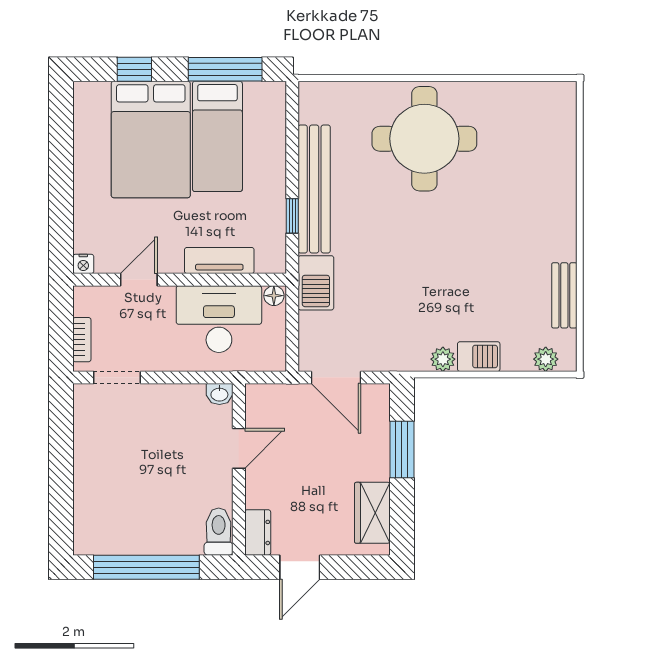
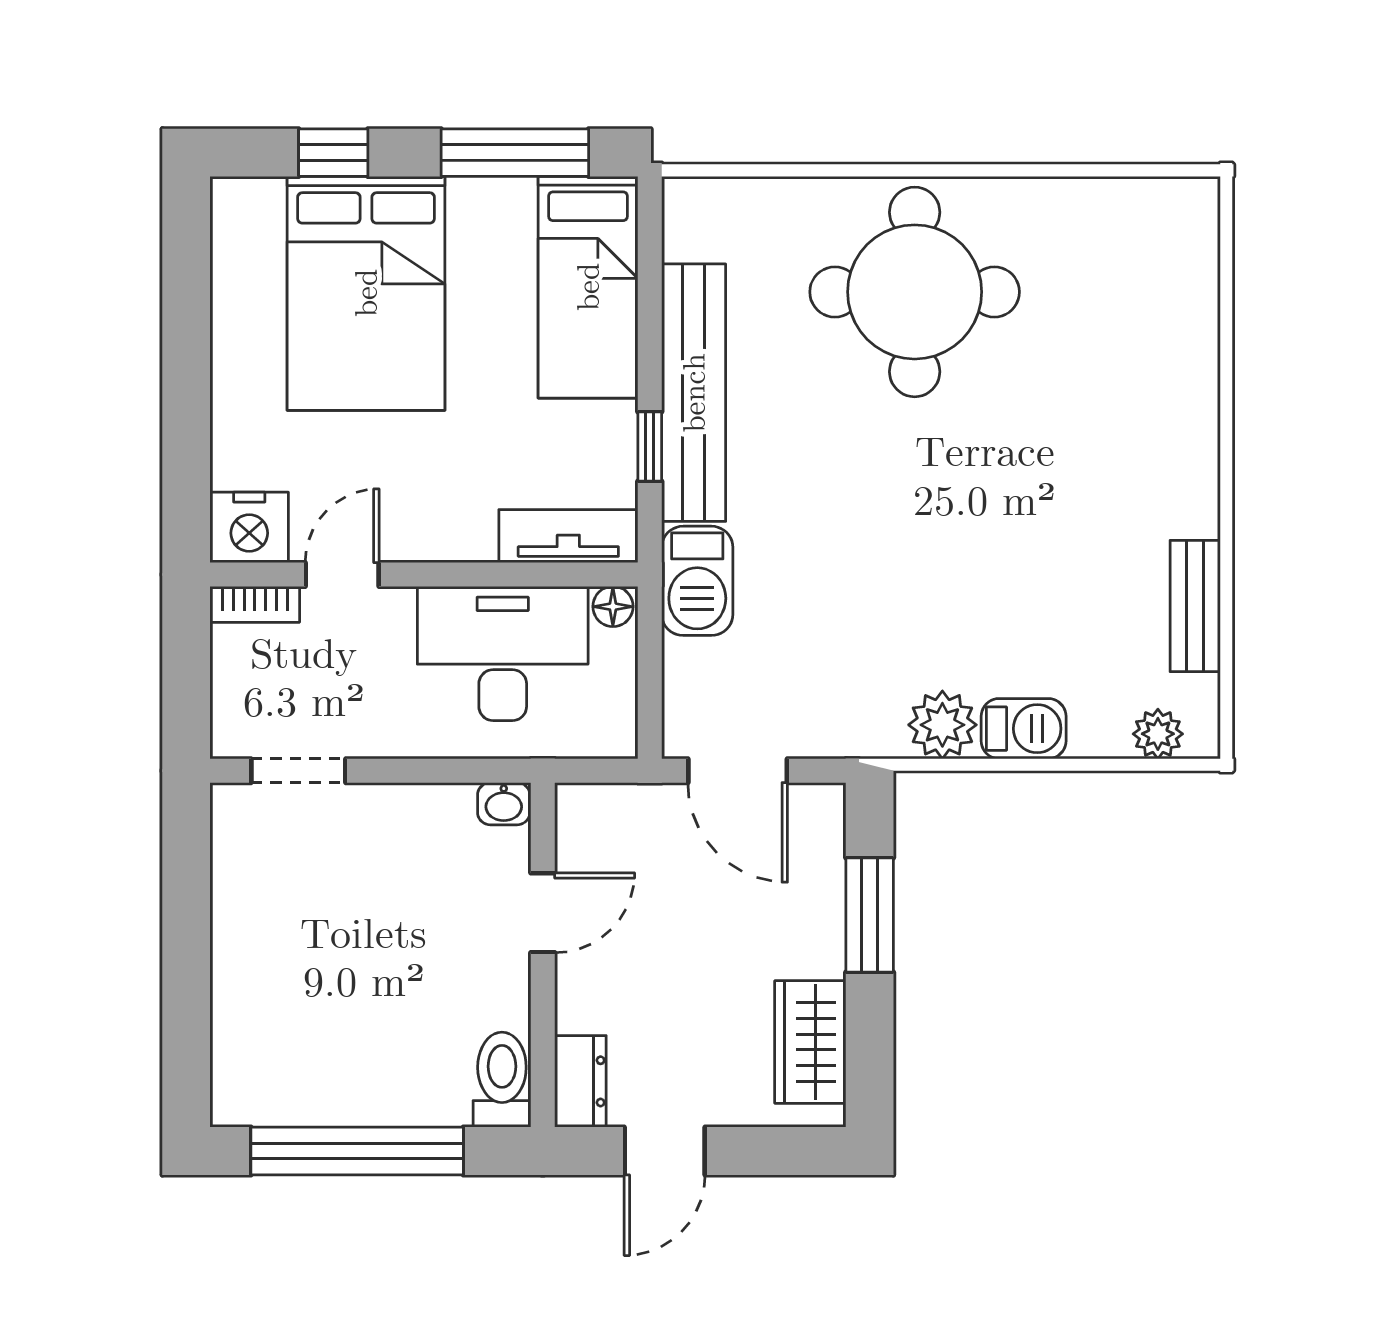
bed: (217, 136) -> (588, 287), moved
tv unit: (219, 261) -> (568, 536), moved
nightstand: (83, 264) -> (249, 527), width x1.89, depth x1.79
bookcase: (82, 340) -> (255, 604), moved, turned 90
plant: (443, 359) -> (942, 725), width x1.38, depth x1.38

